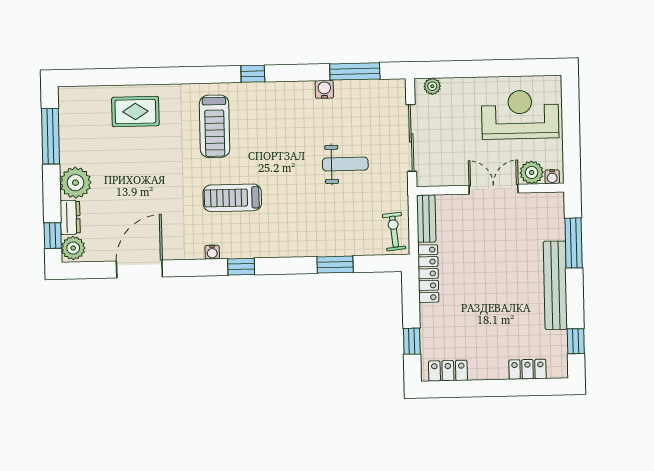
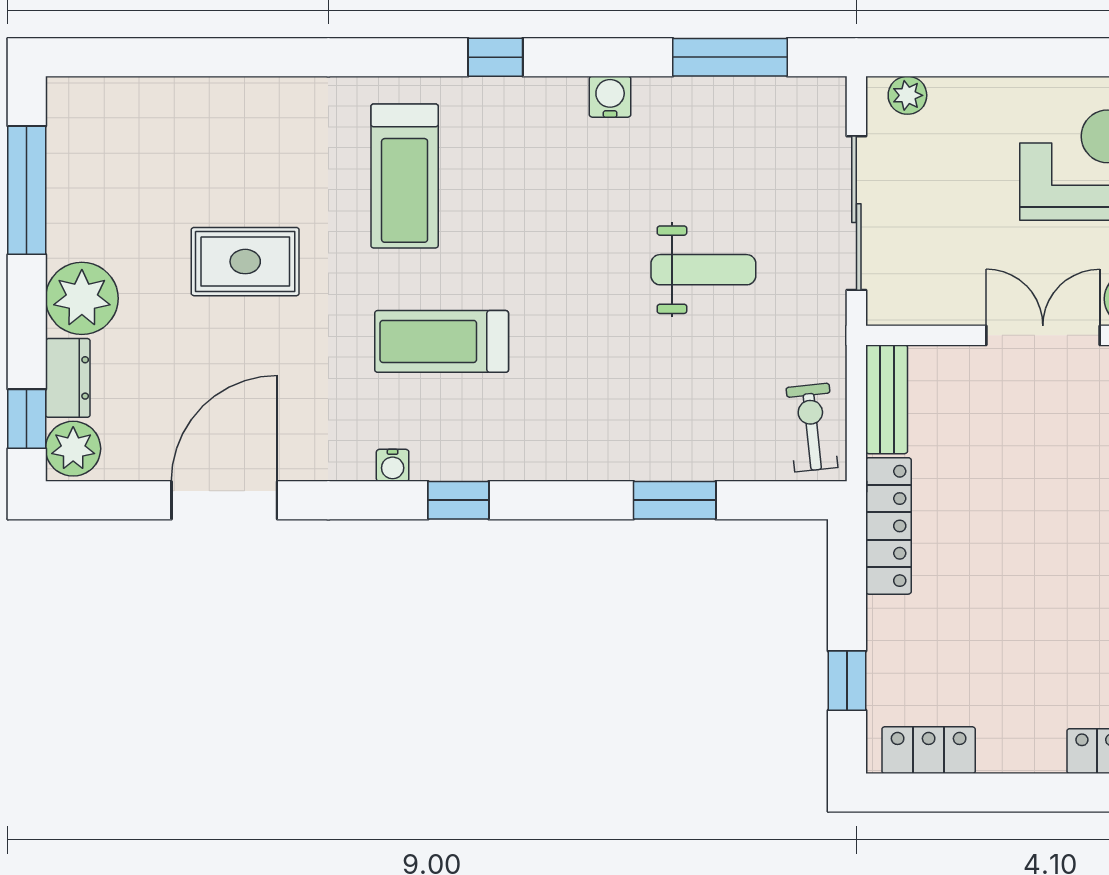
water cooler: (324, 89) -> (610, 97), moved
rug: (135, 112) -> (245, 262), moved

